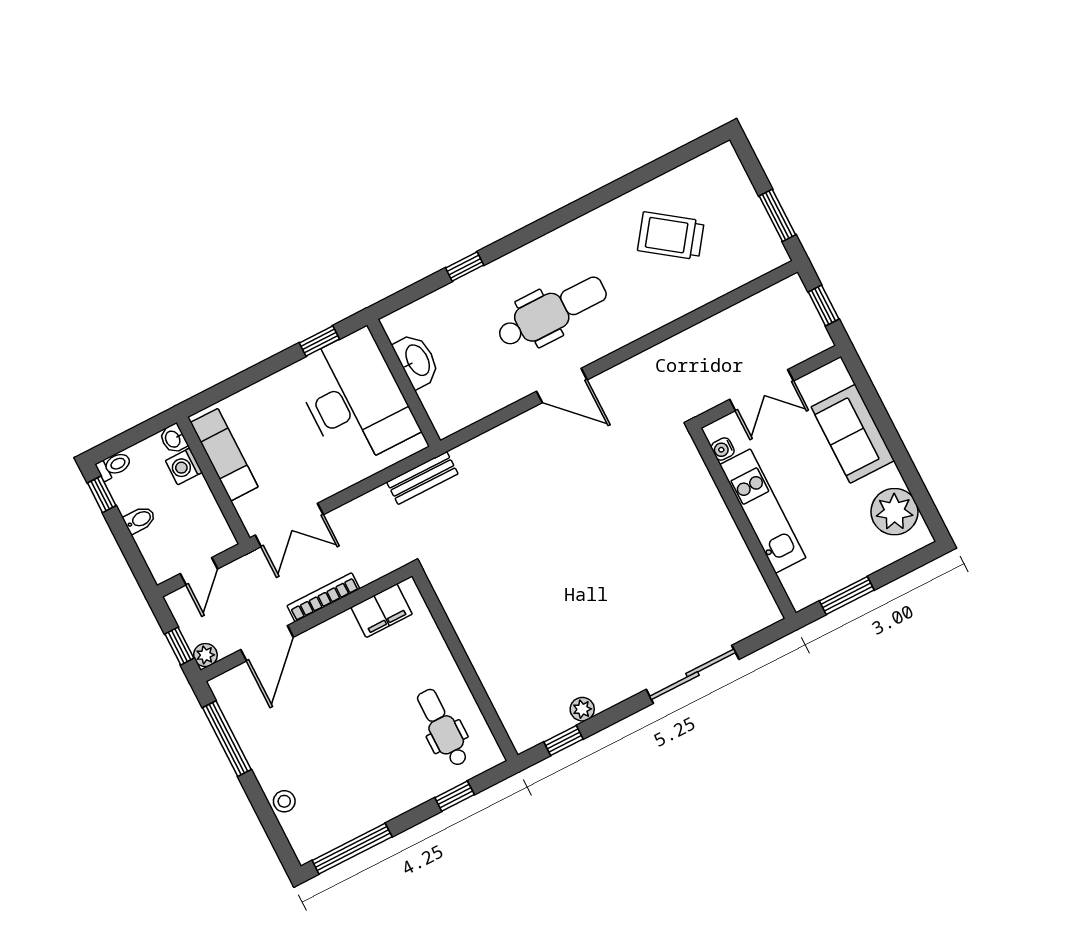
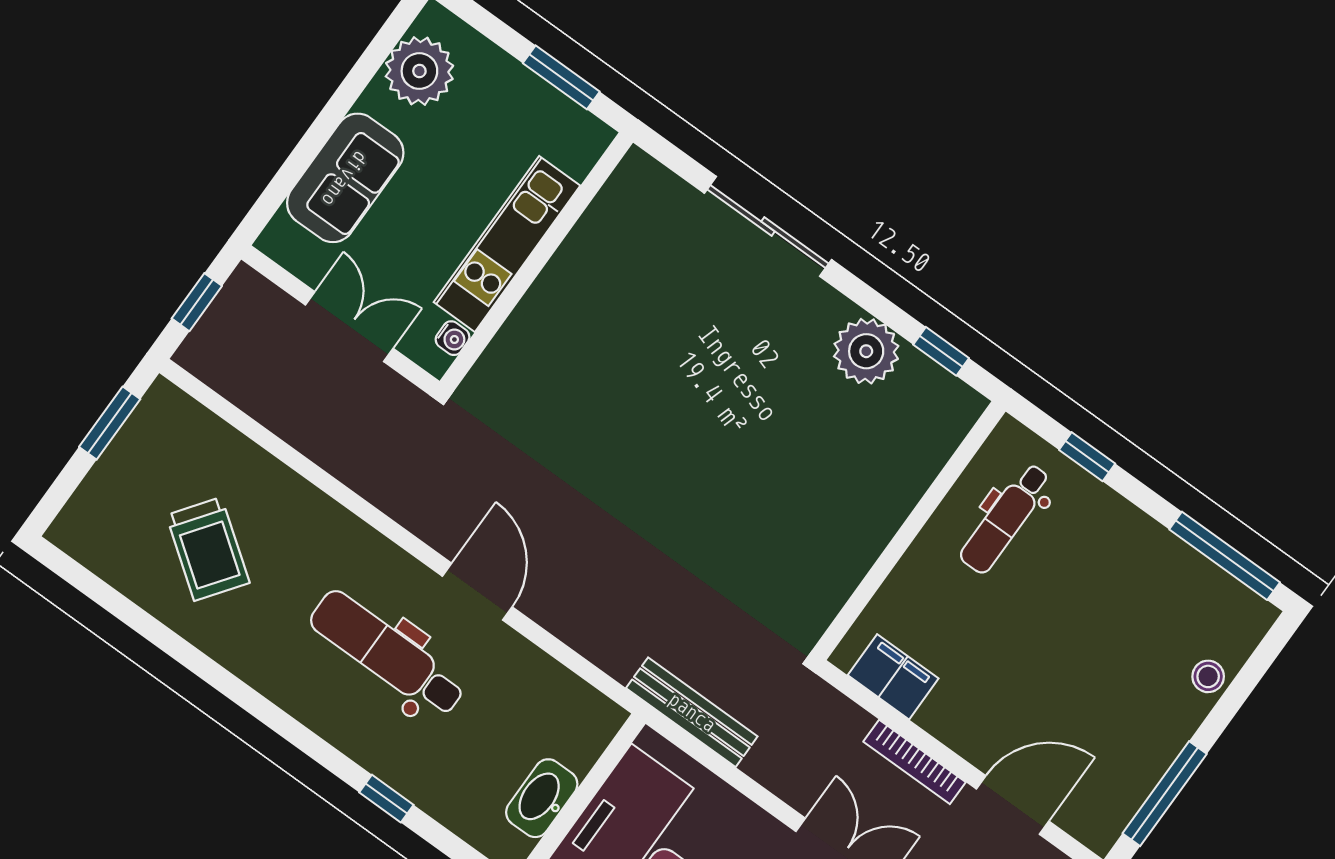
bench: (422, 478) -> (692, 712), width x1.36
plant: (582, 709) -> (866, 351), width x1.88, depth x1.88

